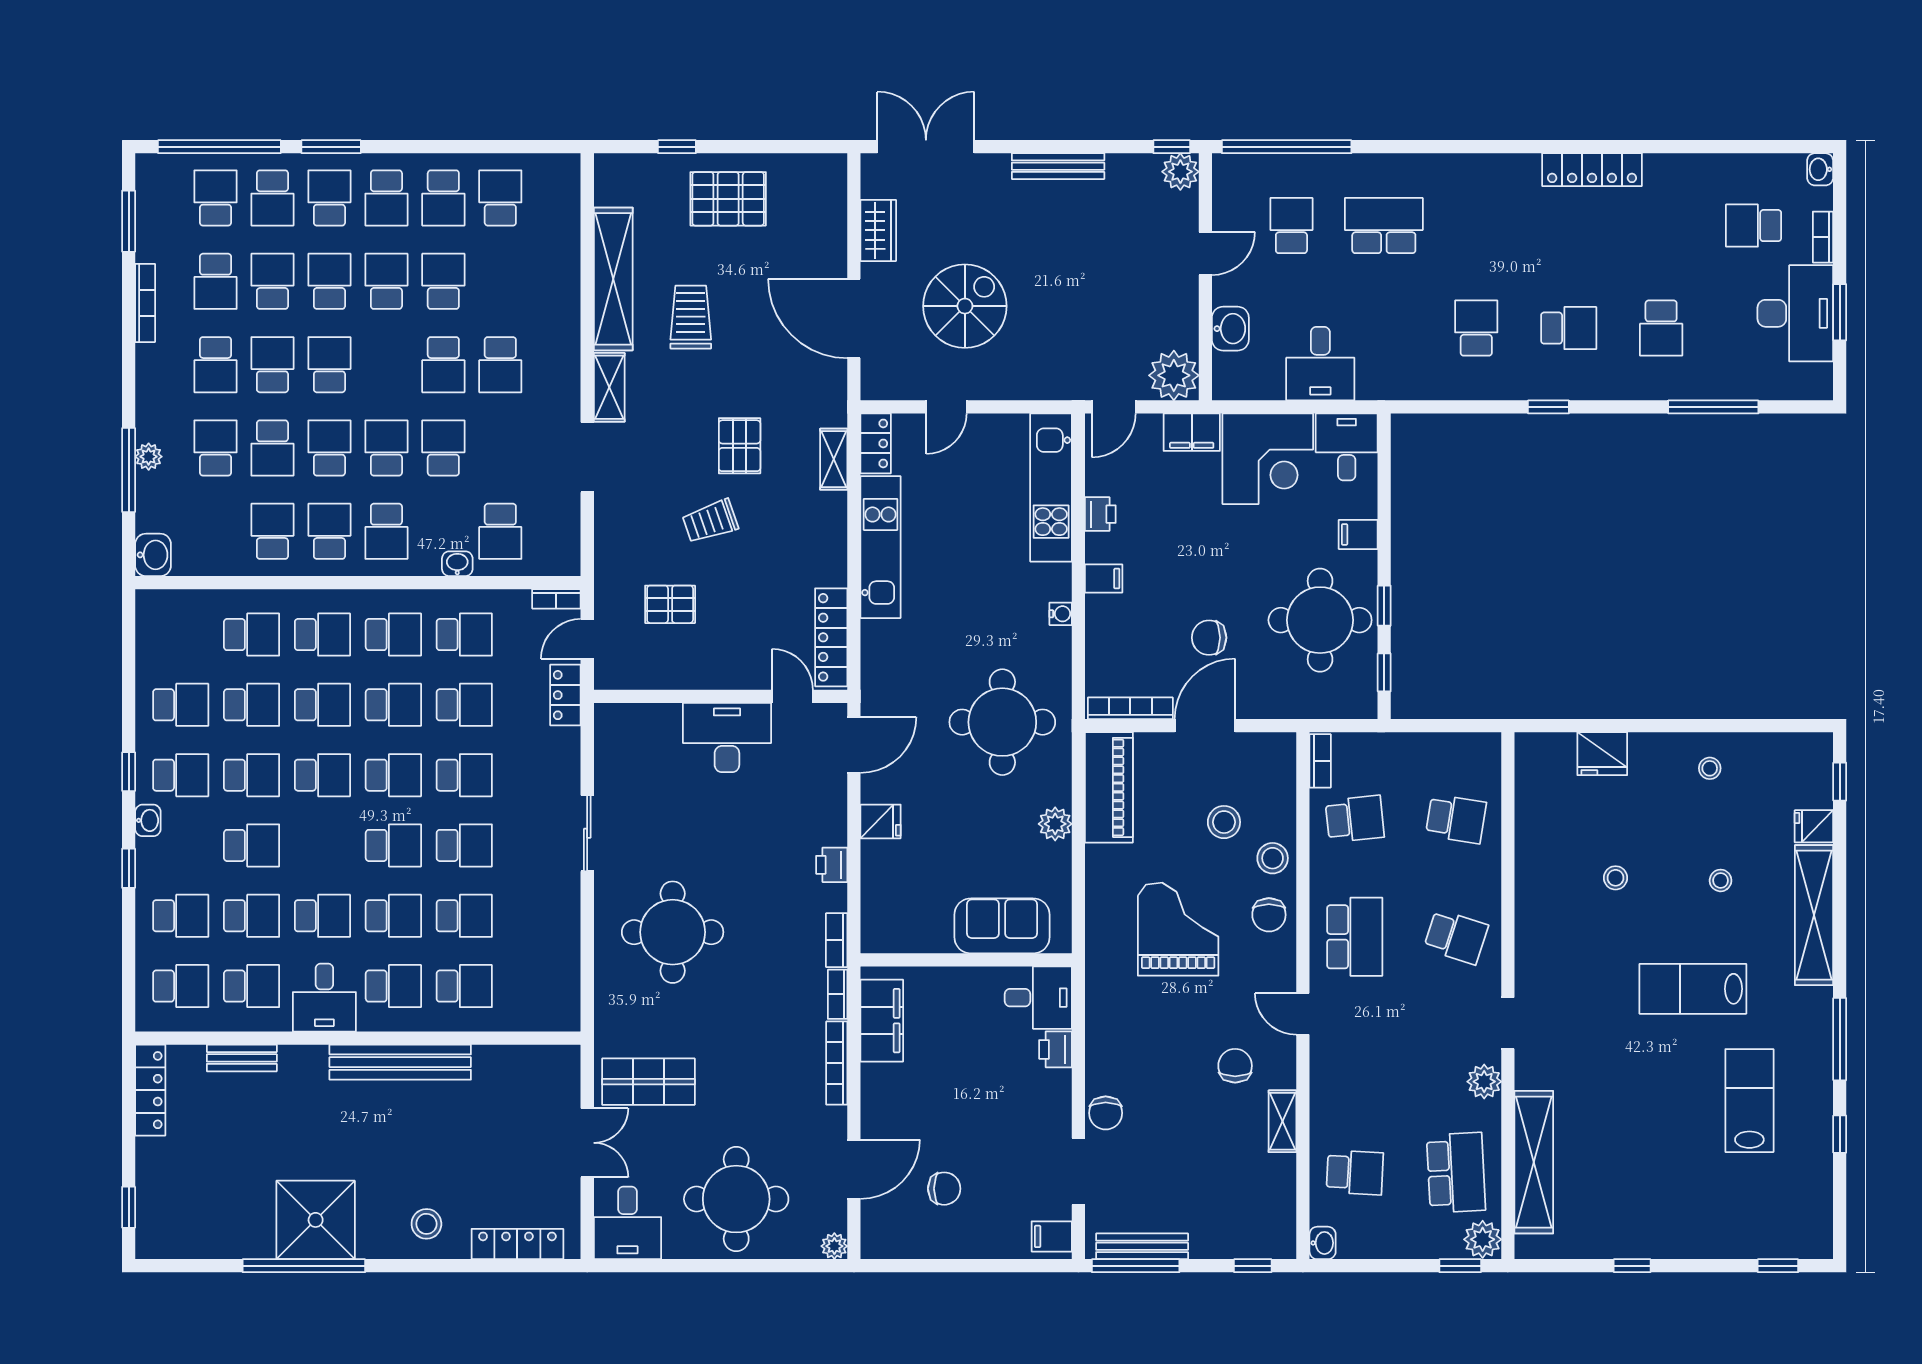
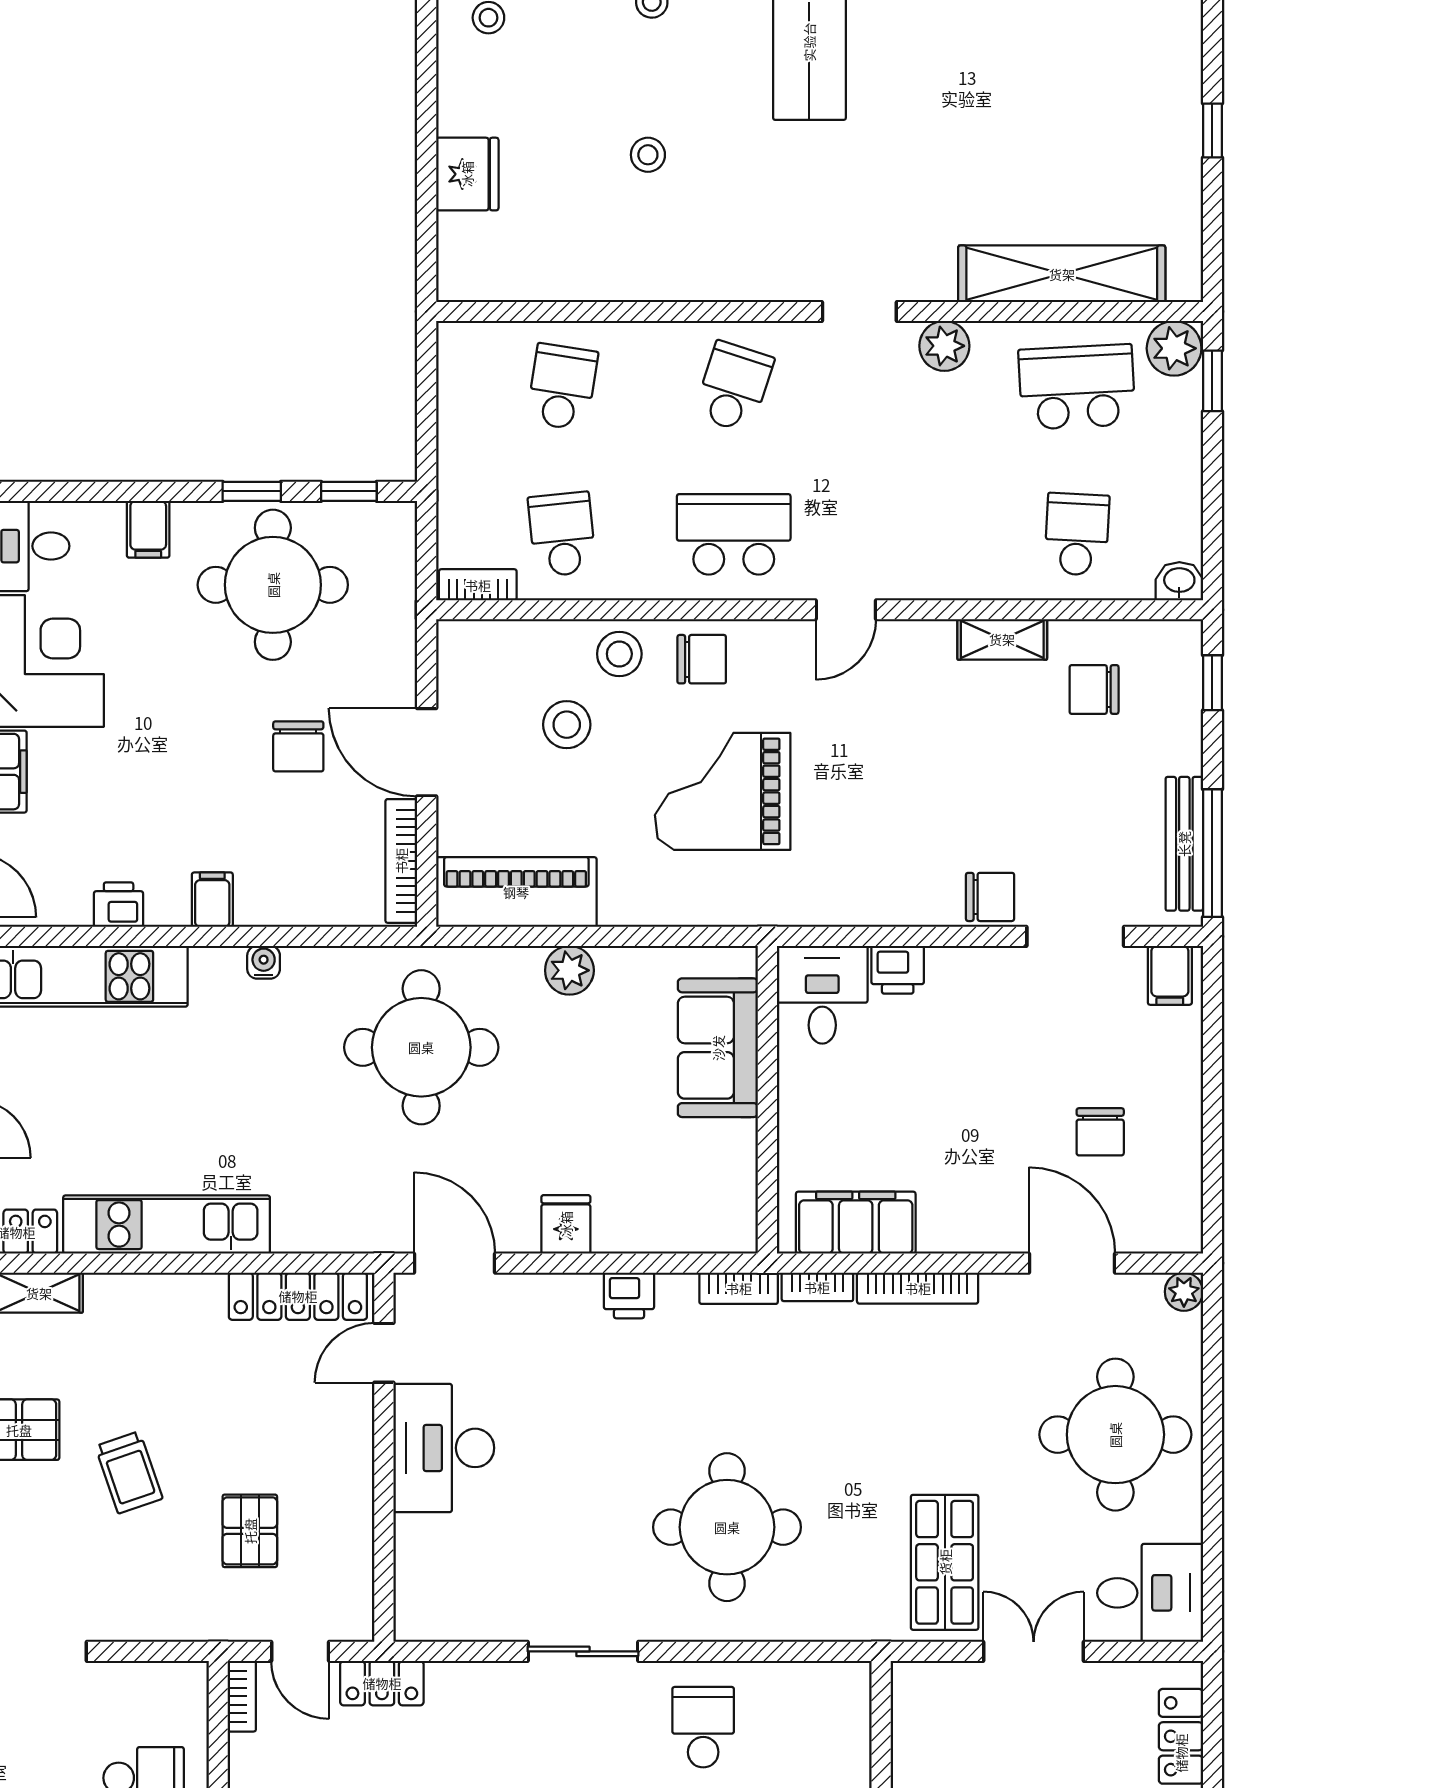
school desk: (535, 916) -> (703, 1727), added
chair: (1235, 1066) -> (1094, 689), moved
chair: (944, 1189) -> (1100, 1132), turned 180

